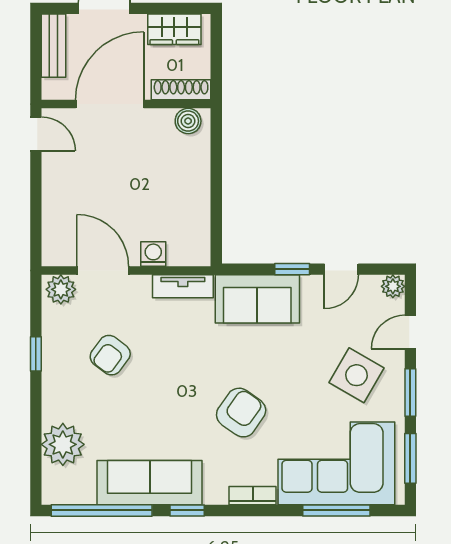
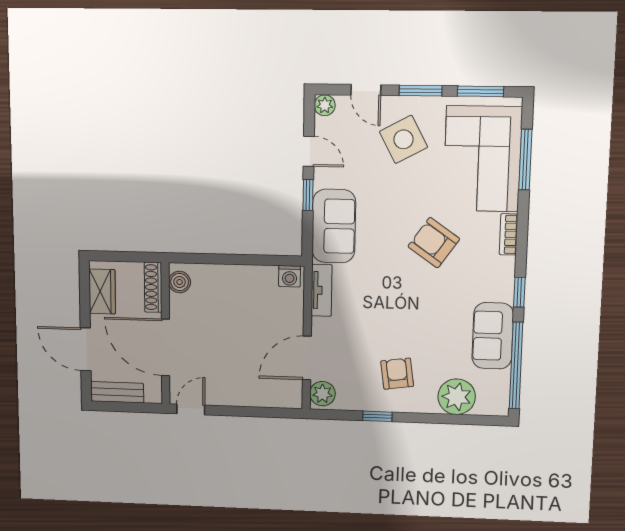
washing machine: (153, 254) -> (290, 276), moved, turned -90
armchair: (110, 355) -> (397, 374), moved, turned -135
side table: (356, 375) -> (403, 139), turned 32
sofa: (150, 483) -> (493, 336), width x0.73

